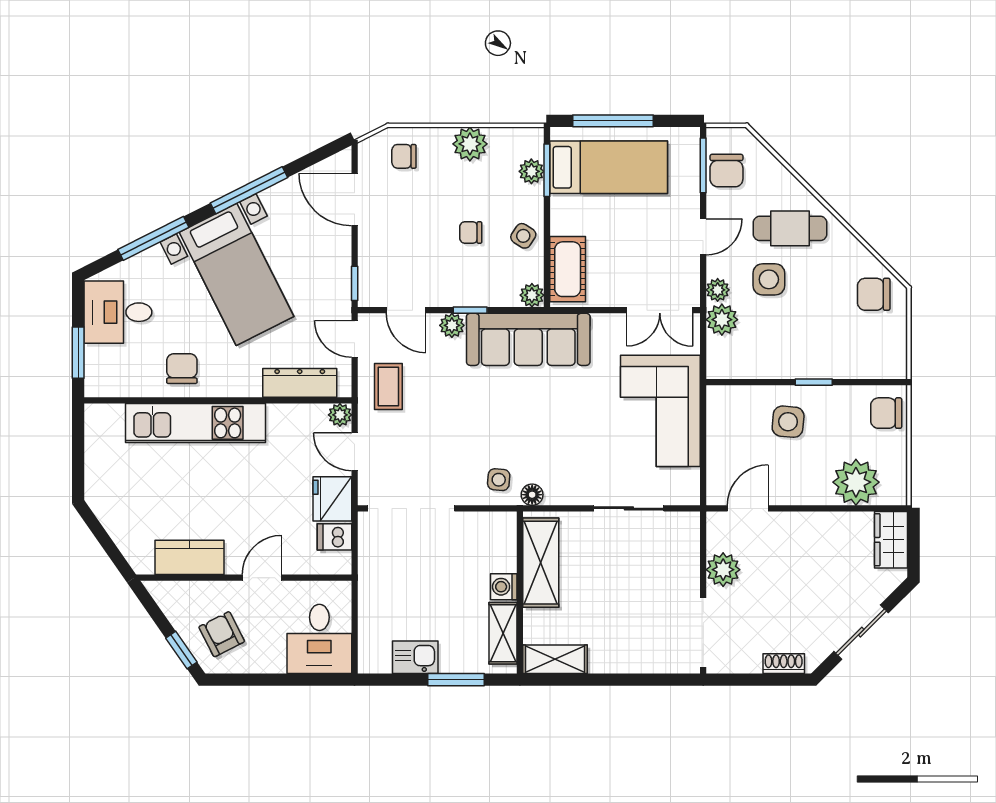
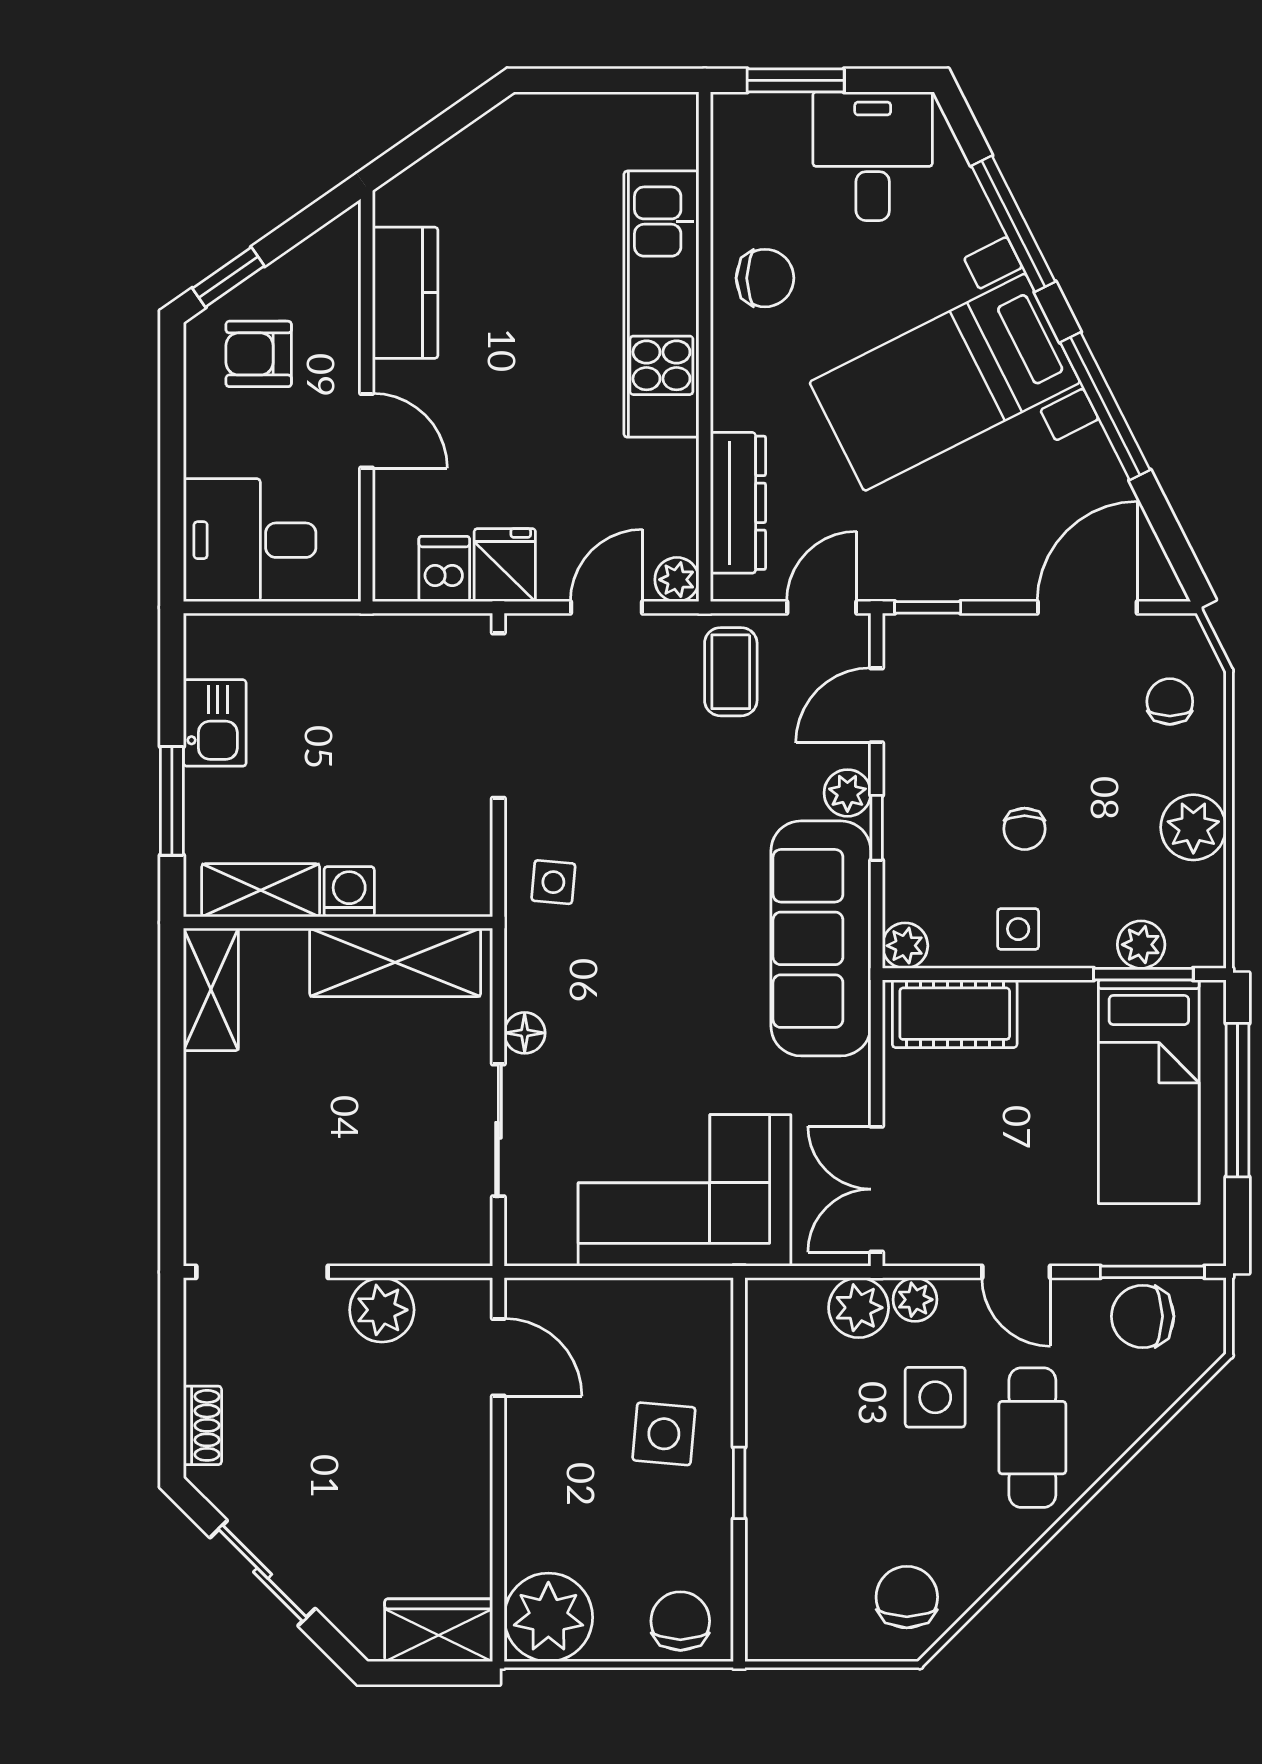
chair: (471, 233) -> (1025, 829), turned 180
side table: (523, 236) -> (1018, 929), turned -33
coffee table: (388, 387) -> (731, 672), turned 90
plant: (856, 482) -> (548, 1617), moved
floor lamp: (532, 495) -> (525, 1033), moved
fridge: (332, 499) -> (505, 565), width x0.72
armchair: (222, 634) -> (259, 354), turned -153

